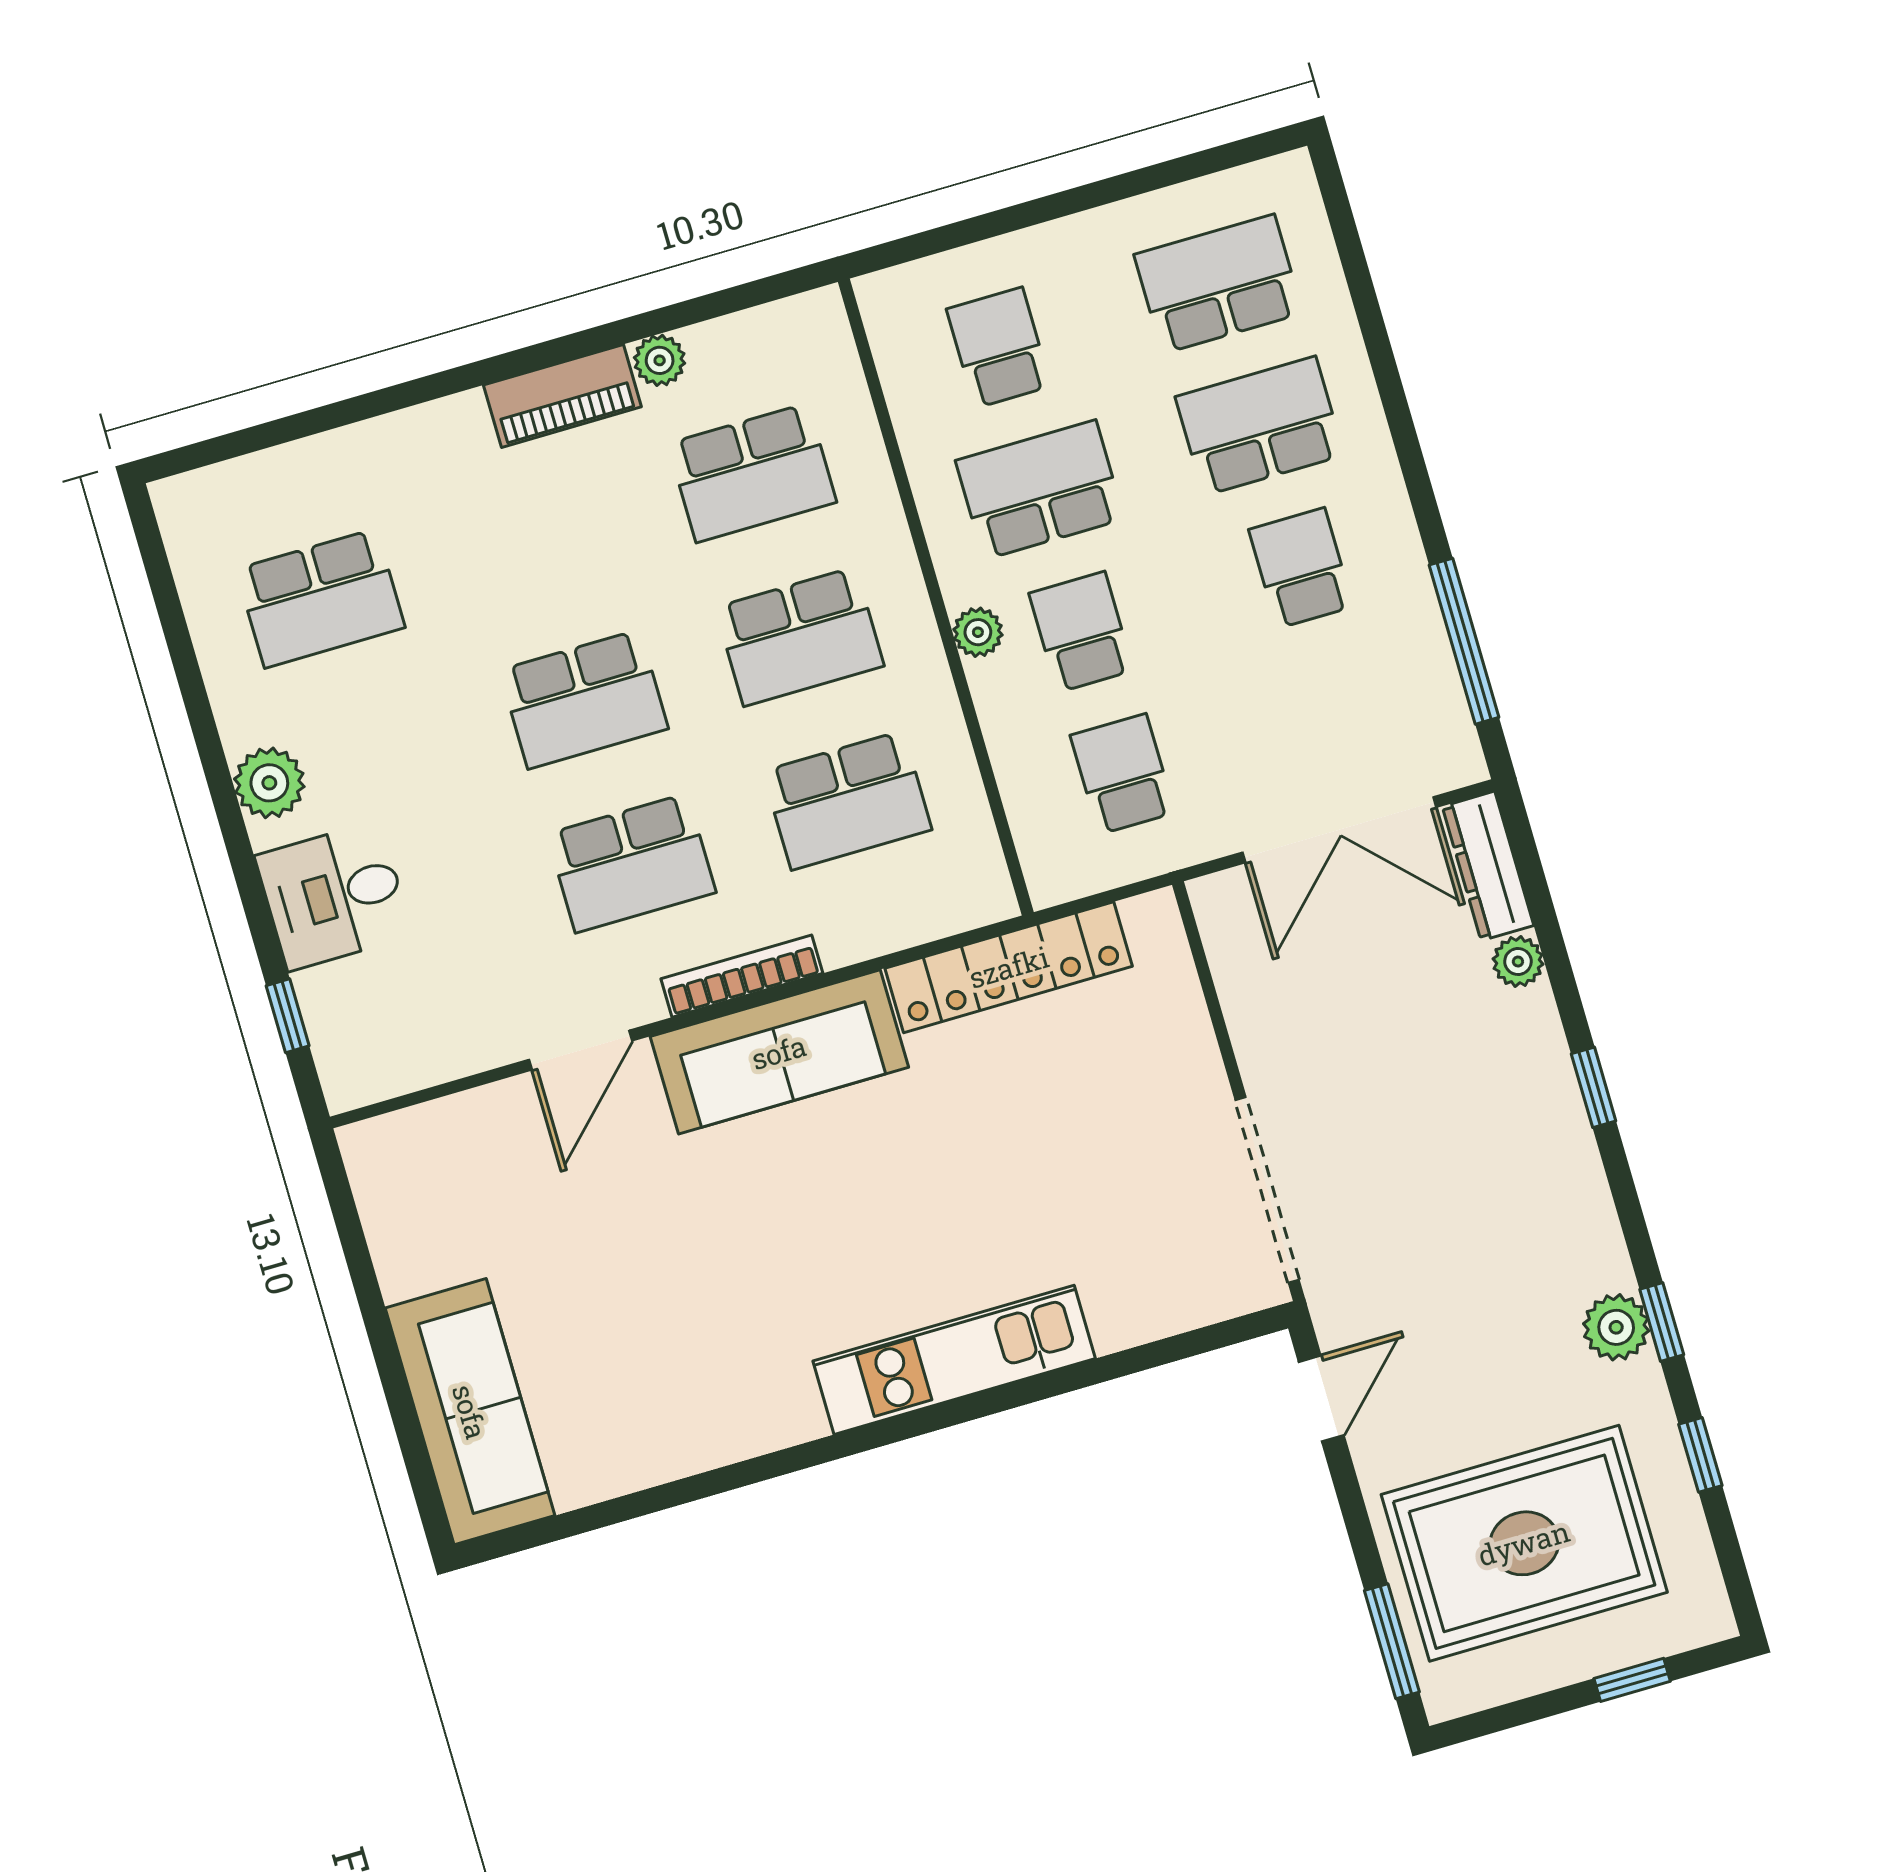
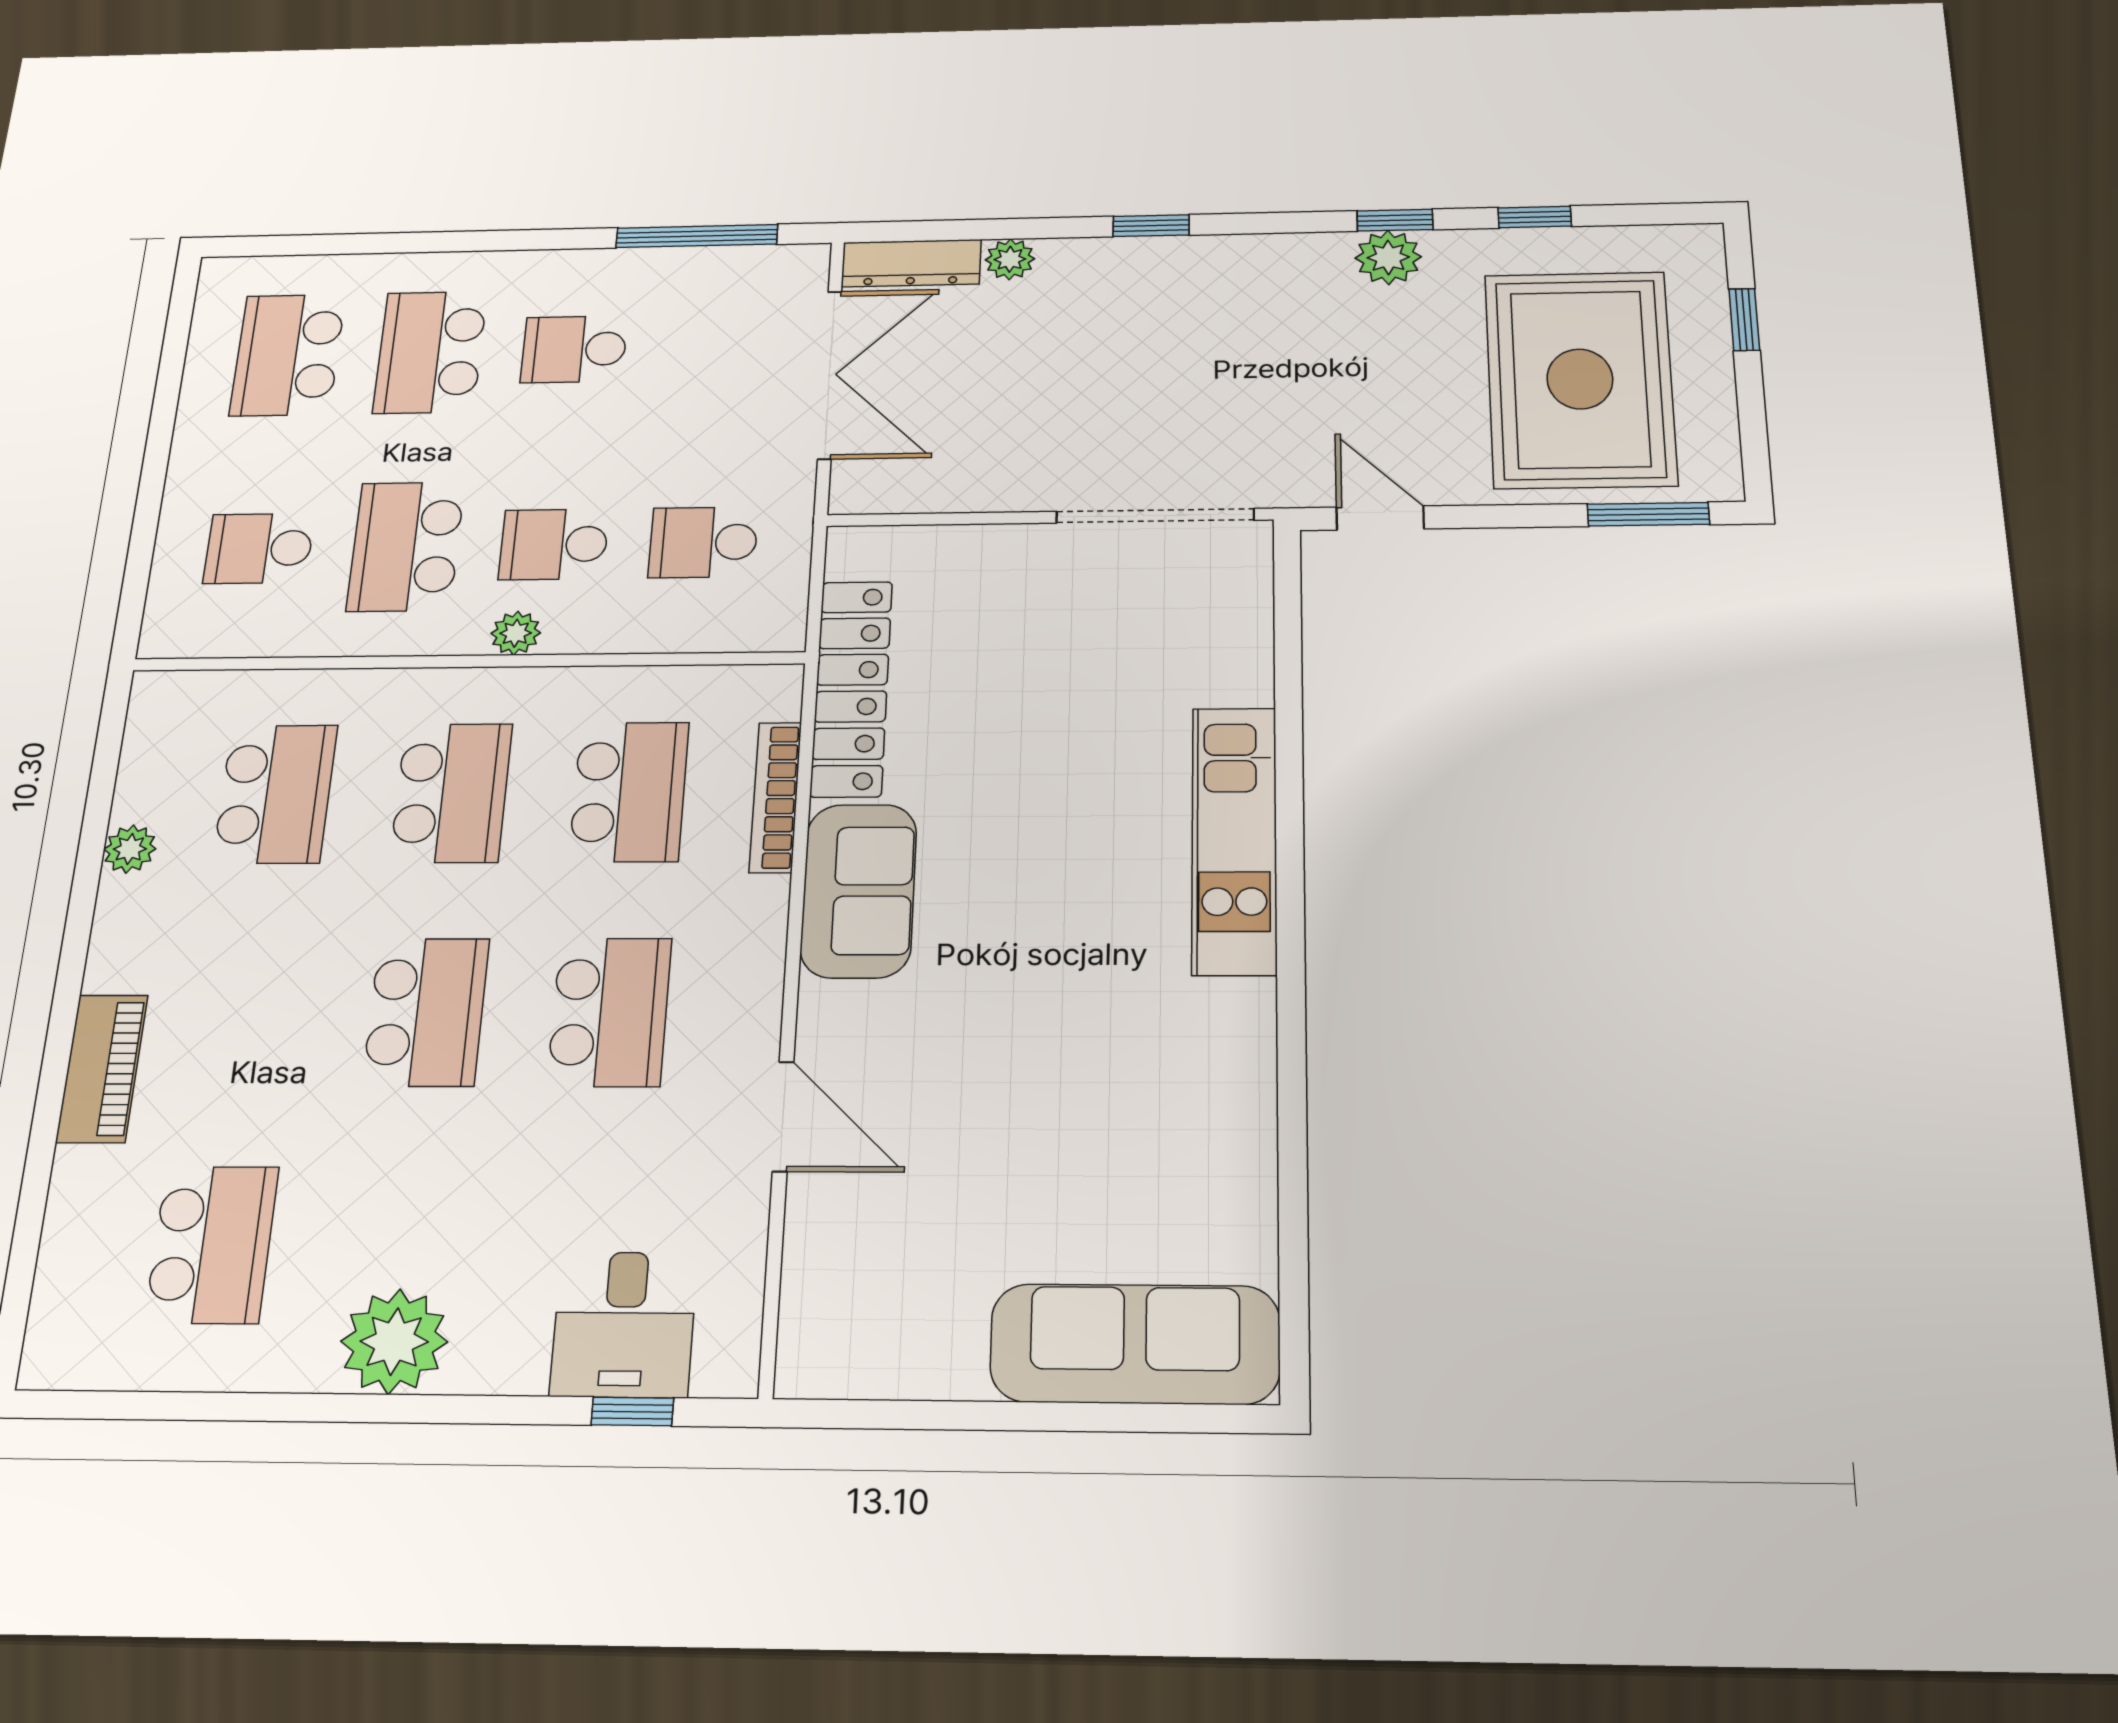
piano: (562, 396) -> (102, 1069), moved
plant: (269, 783) -> (394, 1342), width x1.36, depth x1.36
desk: (334, 896) -> (624, 1324), moved
bookcase: (742, 976) -> (775, 797), moved
sofa: (779, 1052) -> (859, 891), width x0.73

